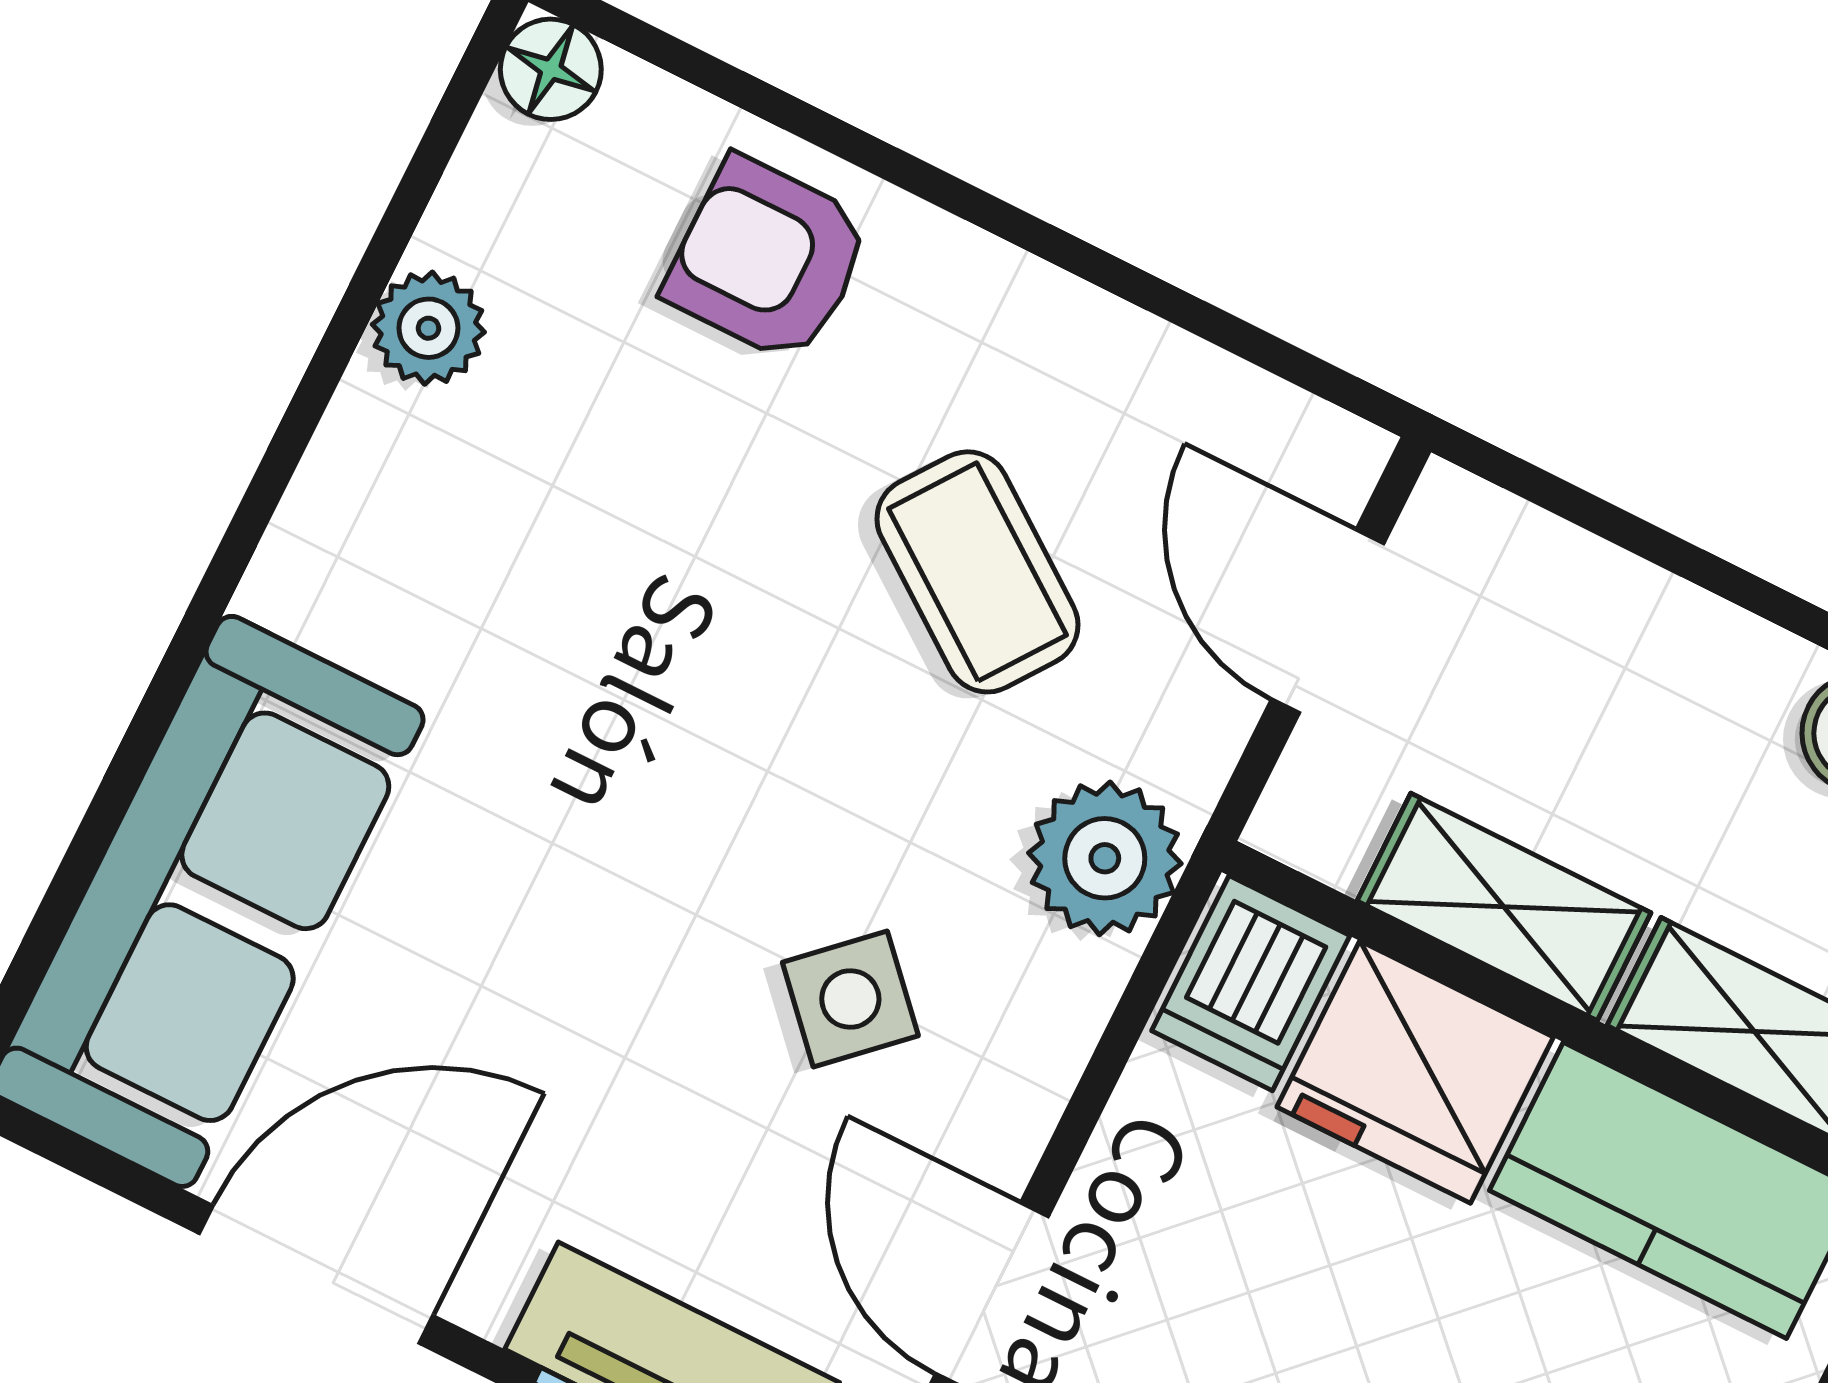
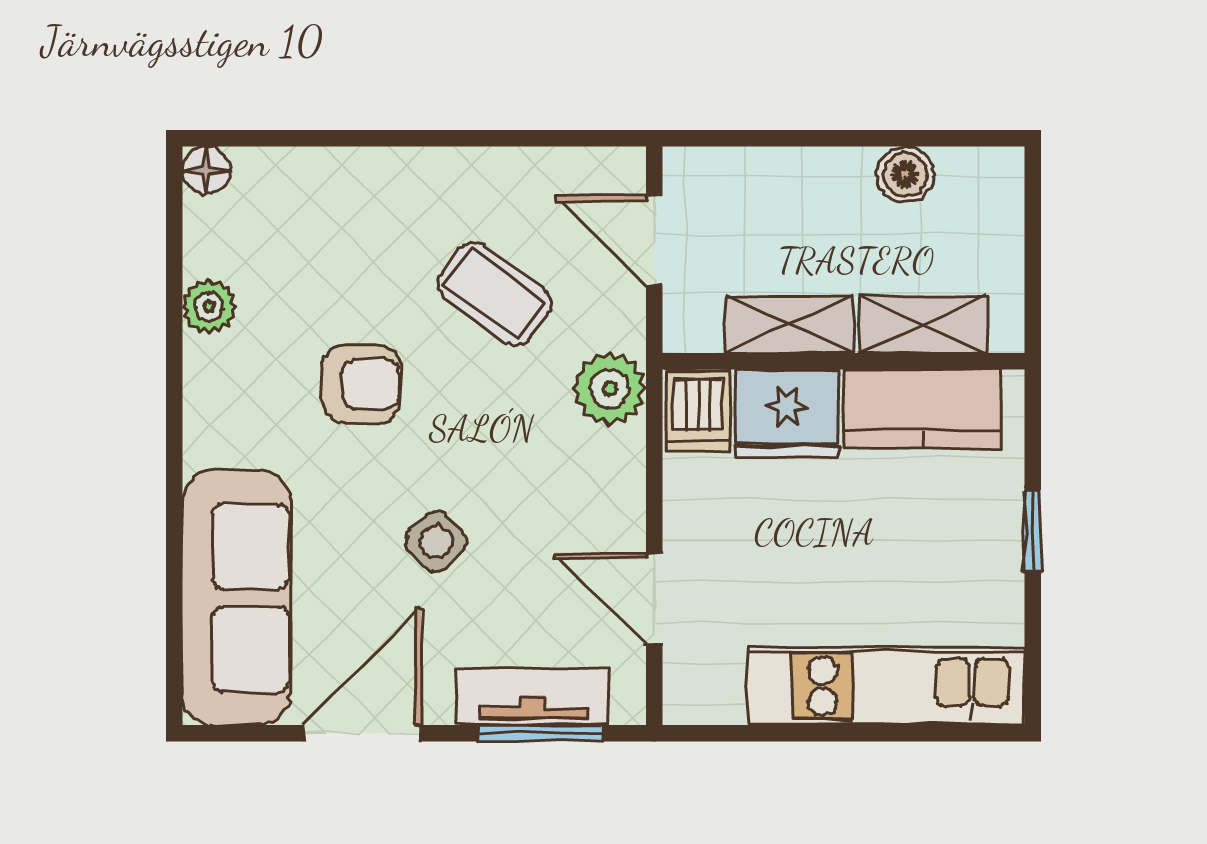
armchair: (768, 260) -> (361, 384), moved, turned 180
side table: (850, 999) -> (436, 542), moved

